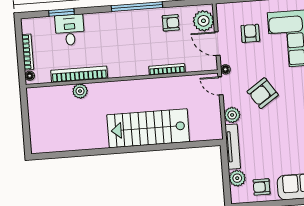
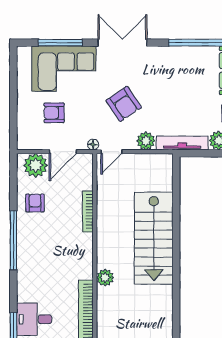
plant: (80, 91) -> (105, 278), moved

